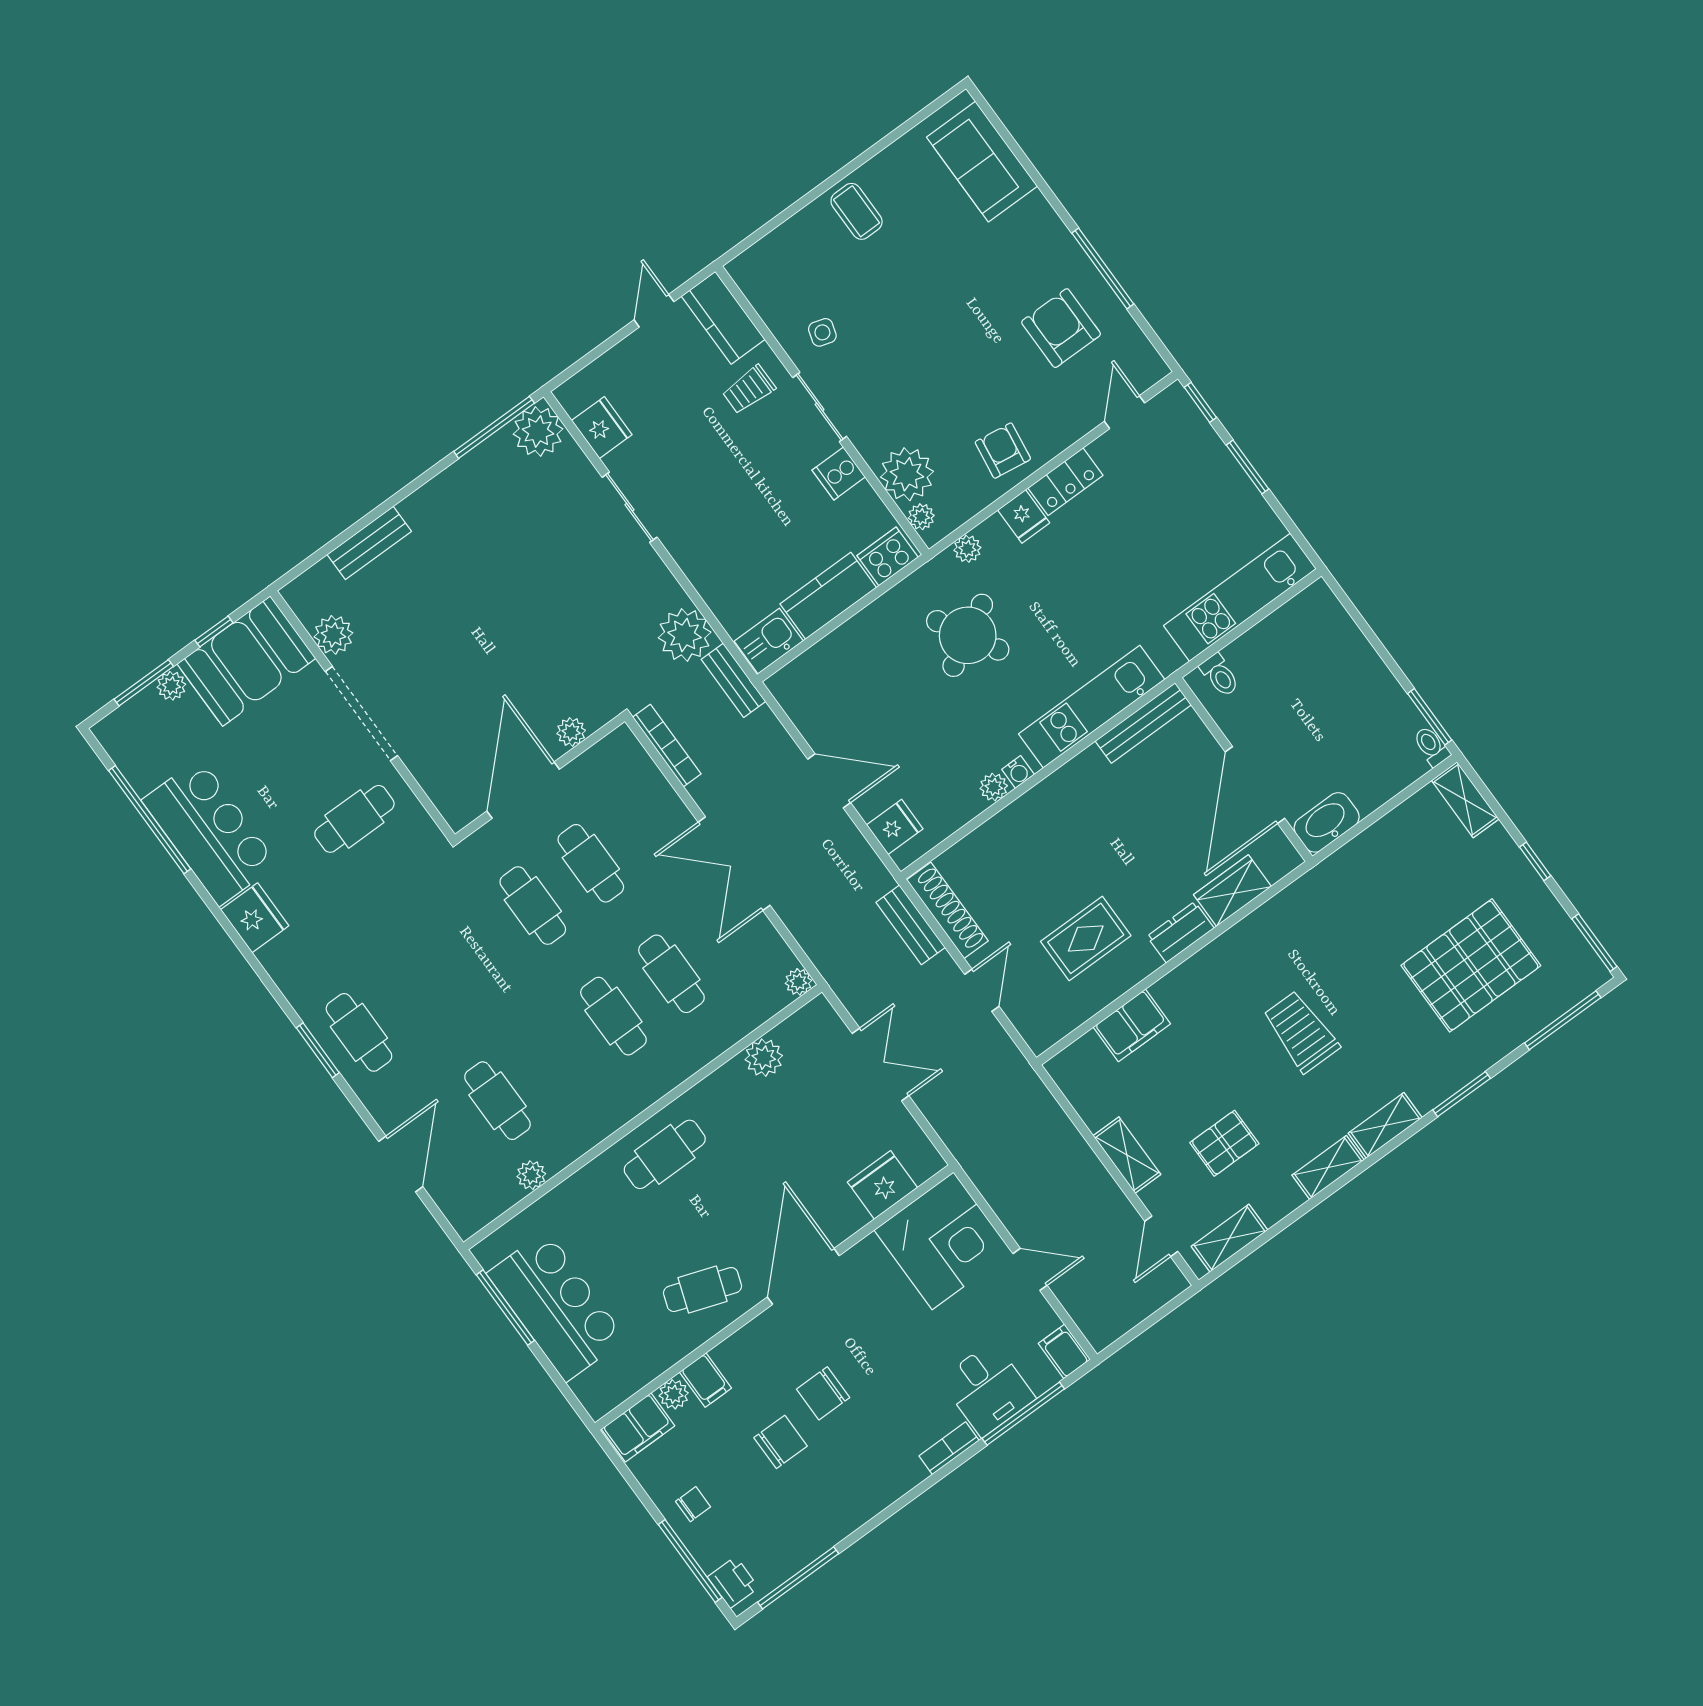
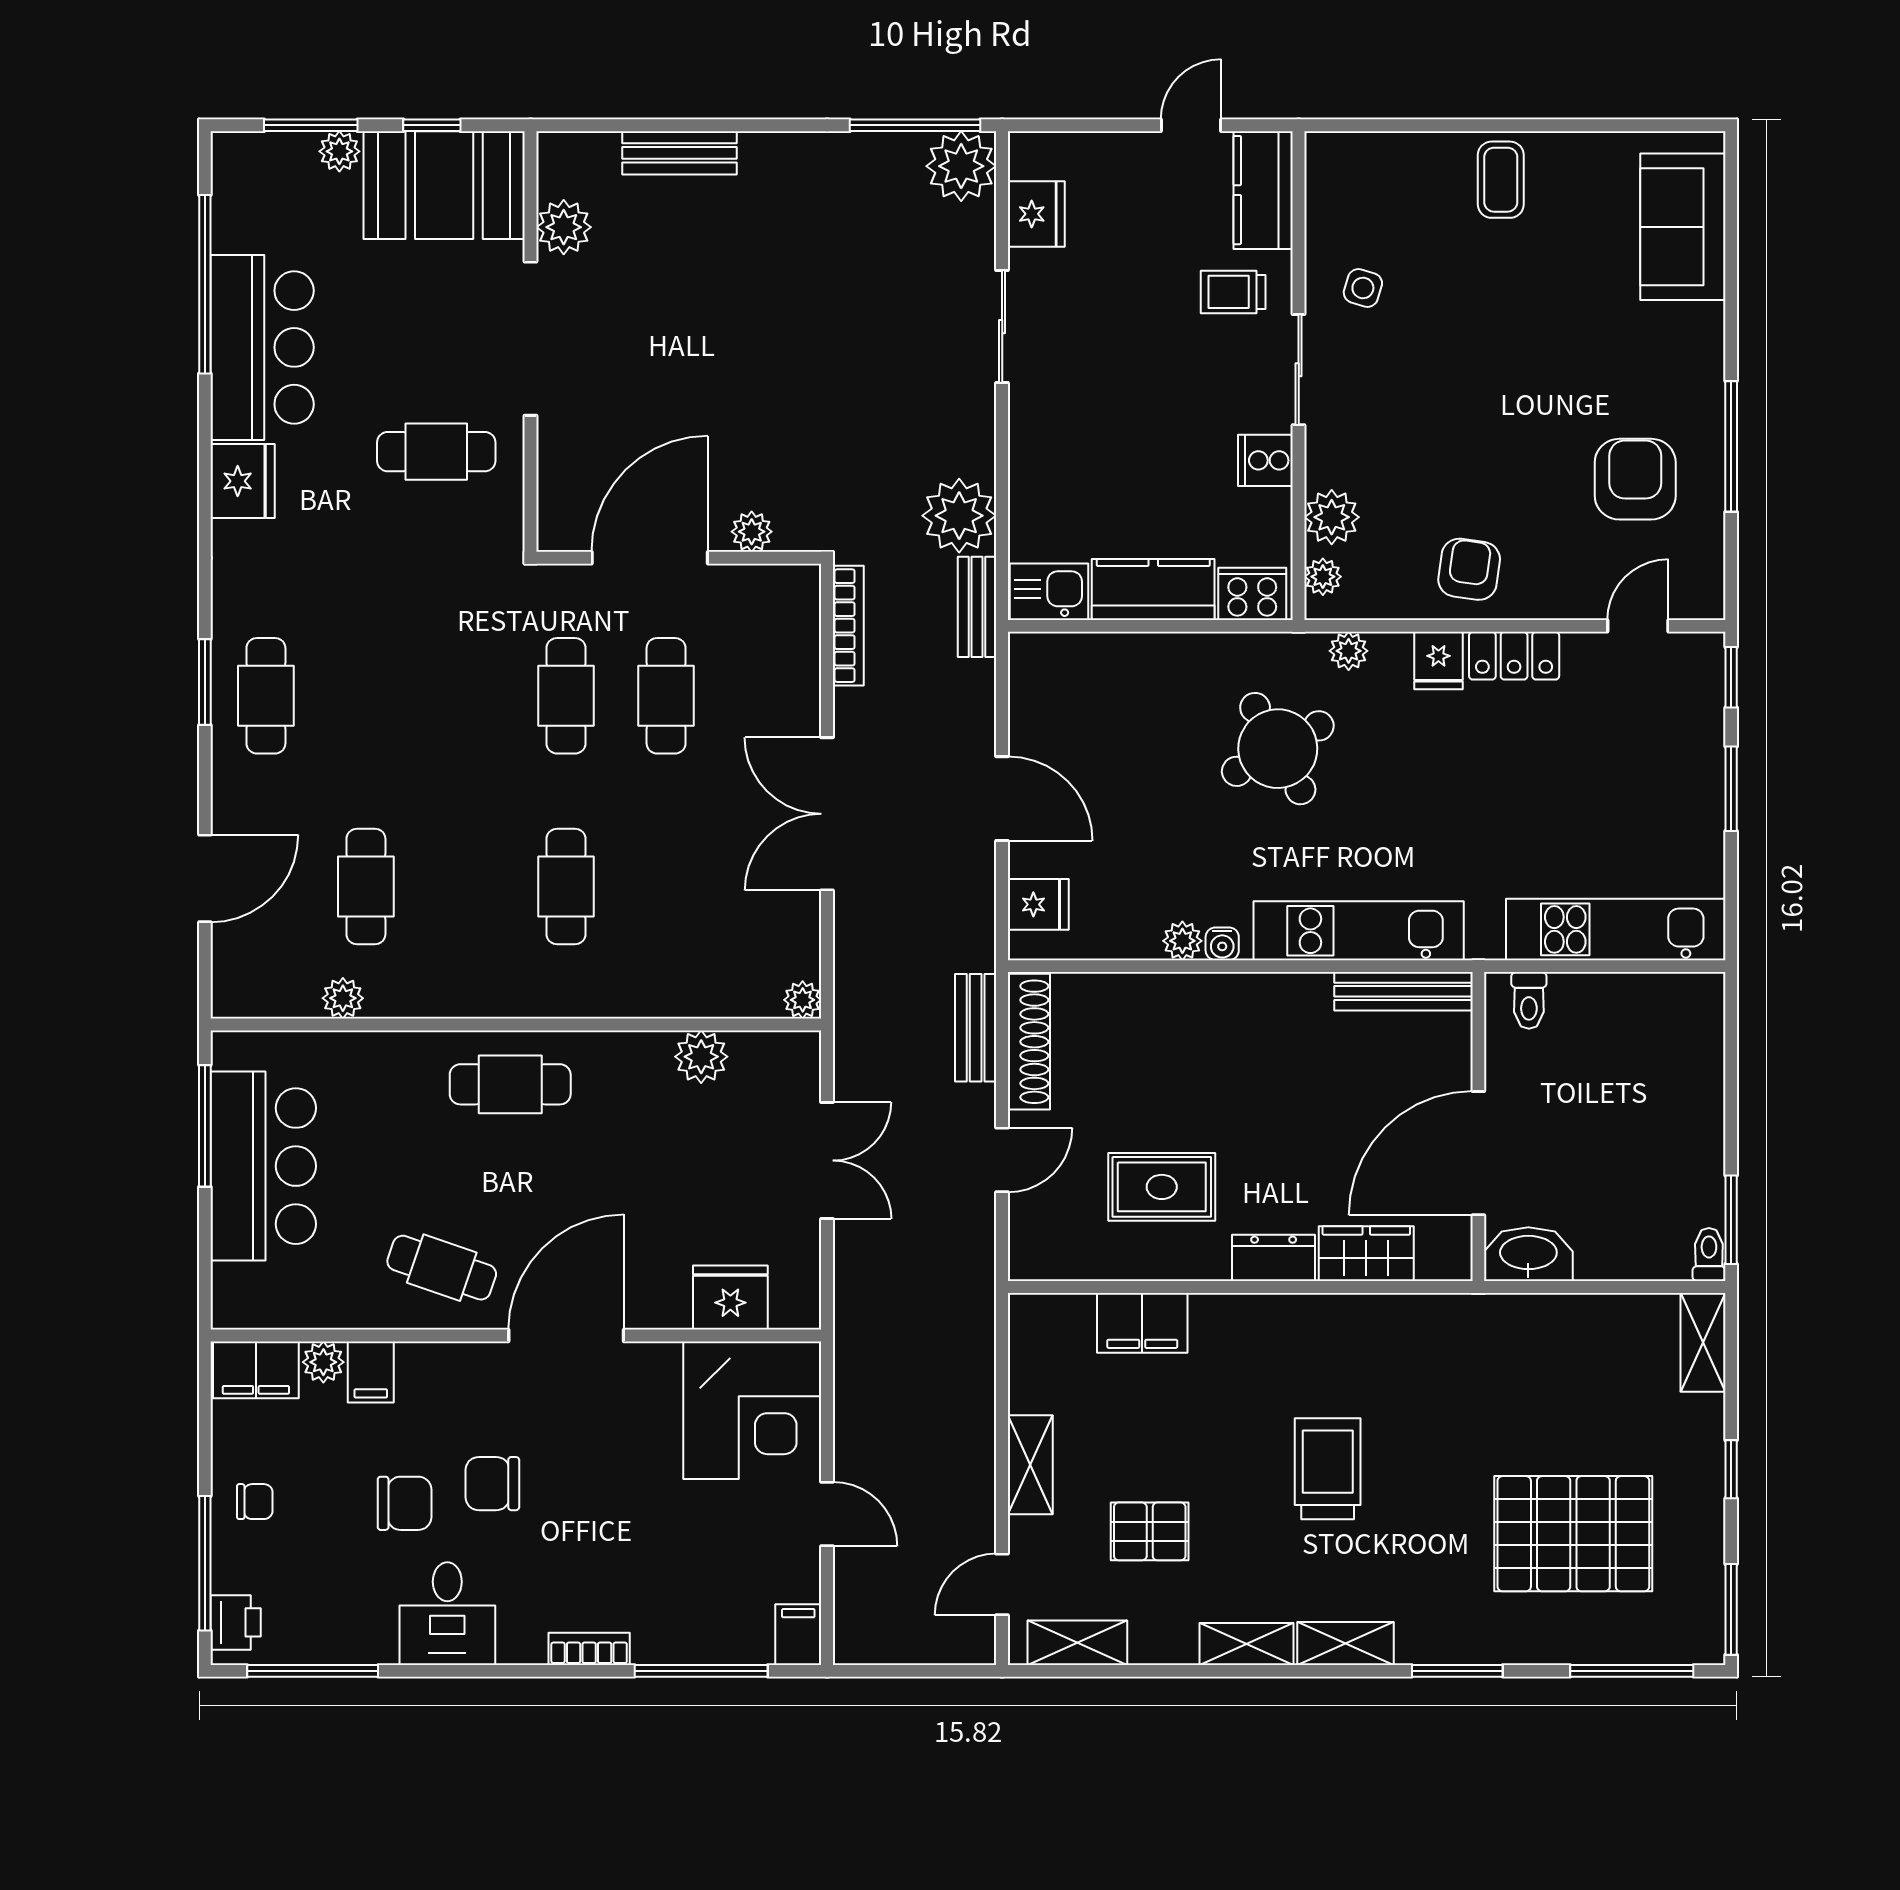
plant: (907, 474) -> (1332, 517), width x0.73, depth x0.73
cafe table: (671, 974) -> (666, 886), removed
desk: (988, 1389) -> (447, 1614), moved

